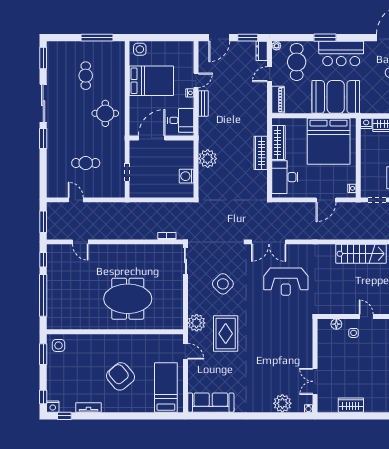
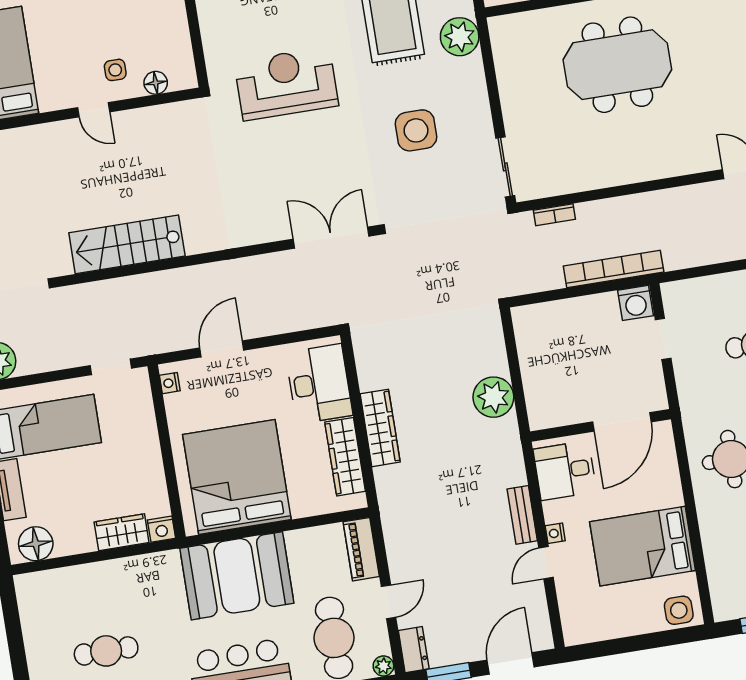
washing machine: (187, 176) -> (636, 303), moved, turned 90
bookcase: (144, 207) -> (614, 269), added
reception desk: (286, 282) -> (286, 84), moved
side table: (223, 284) -> (416, 130), turned 45

